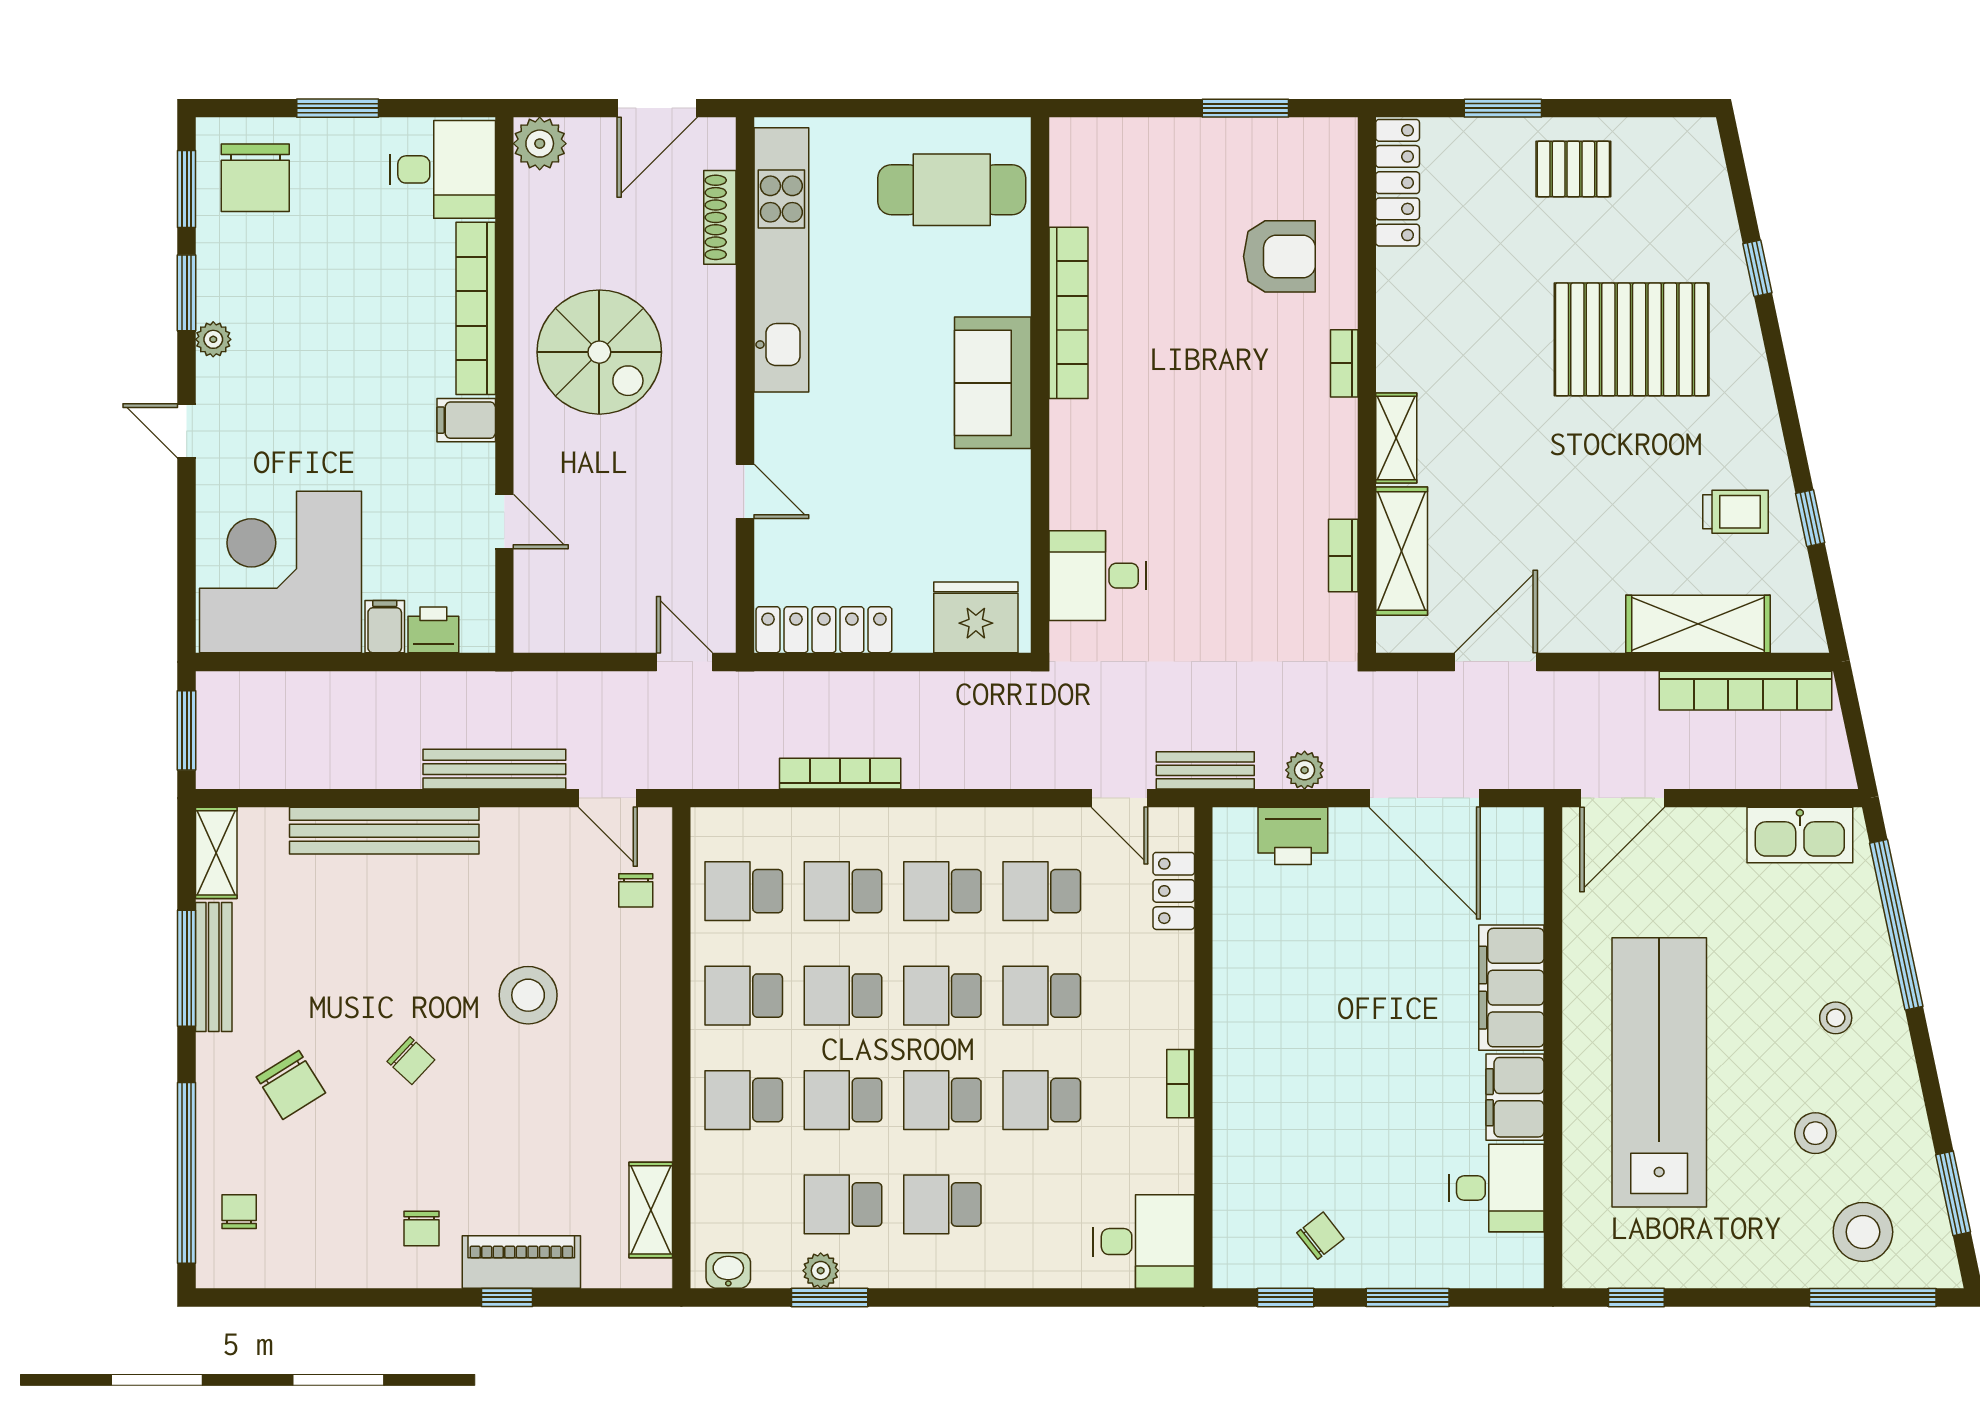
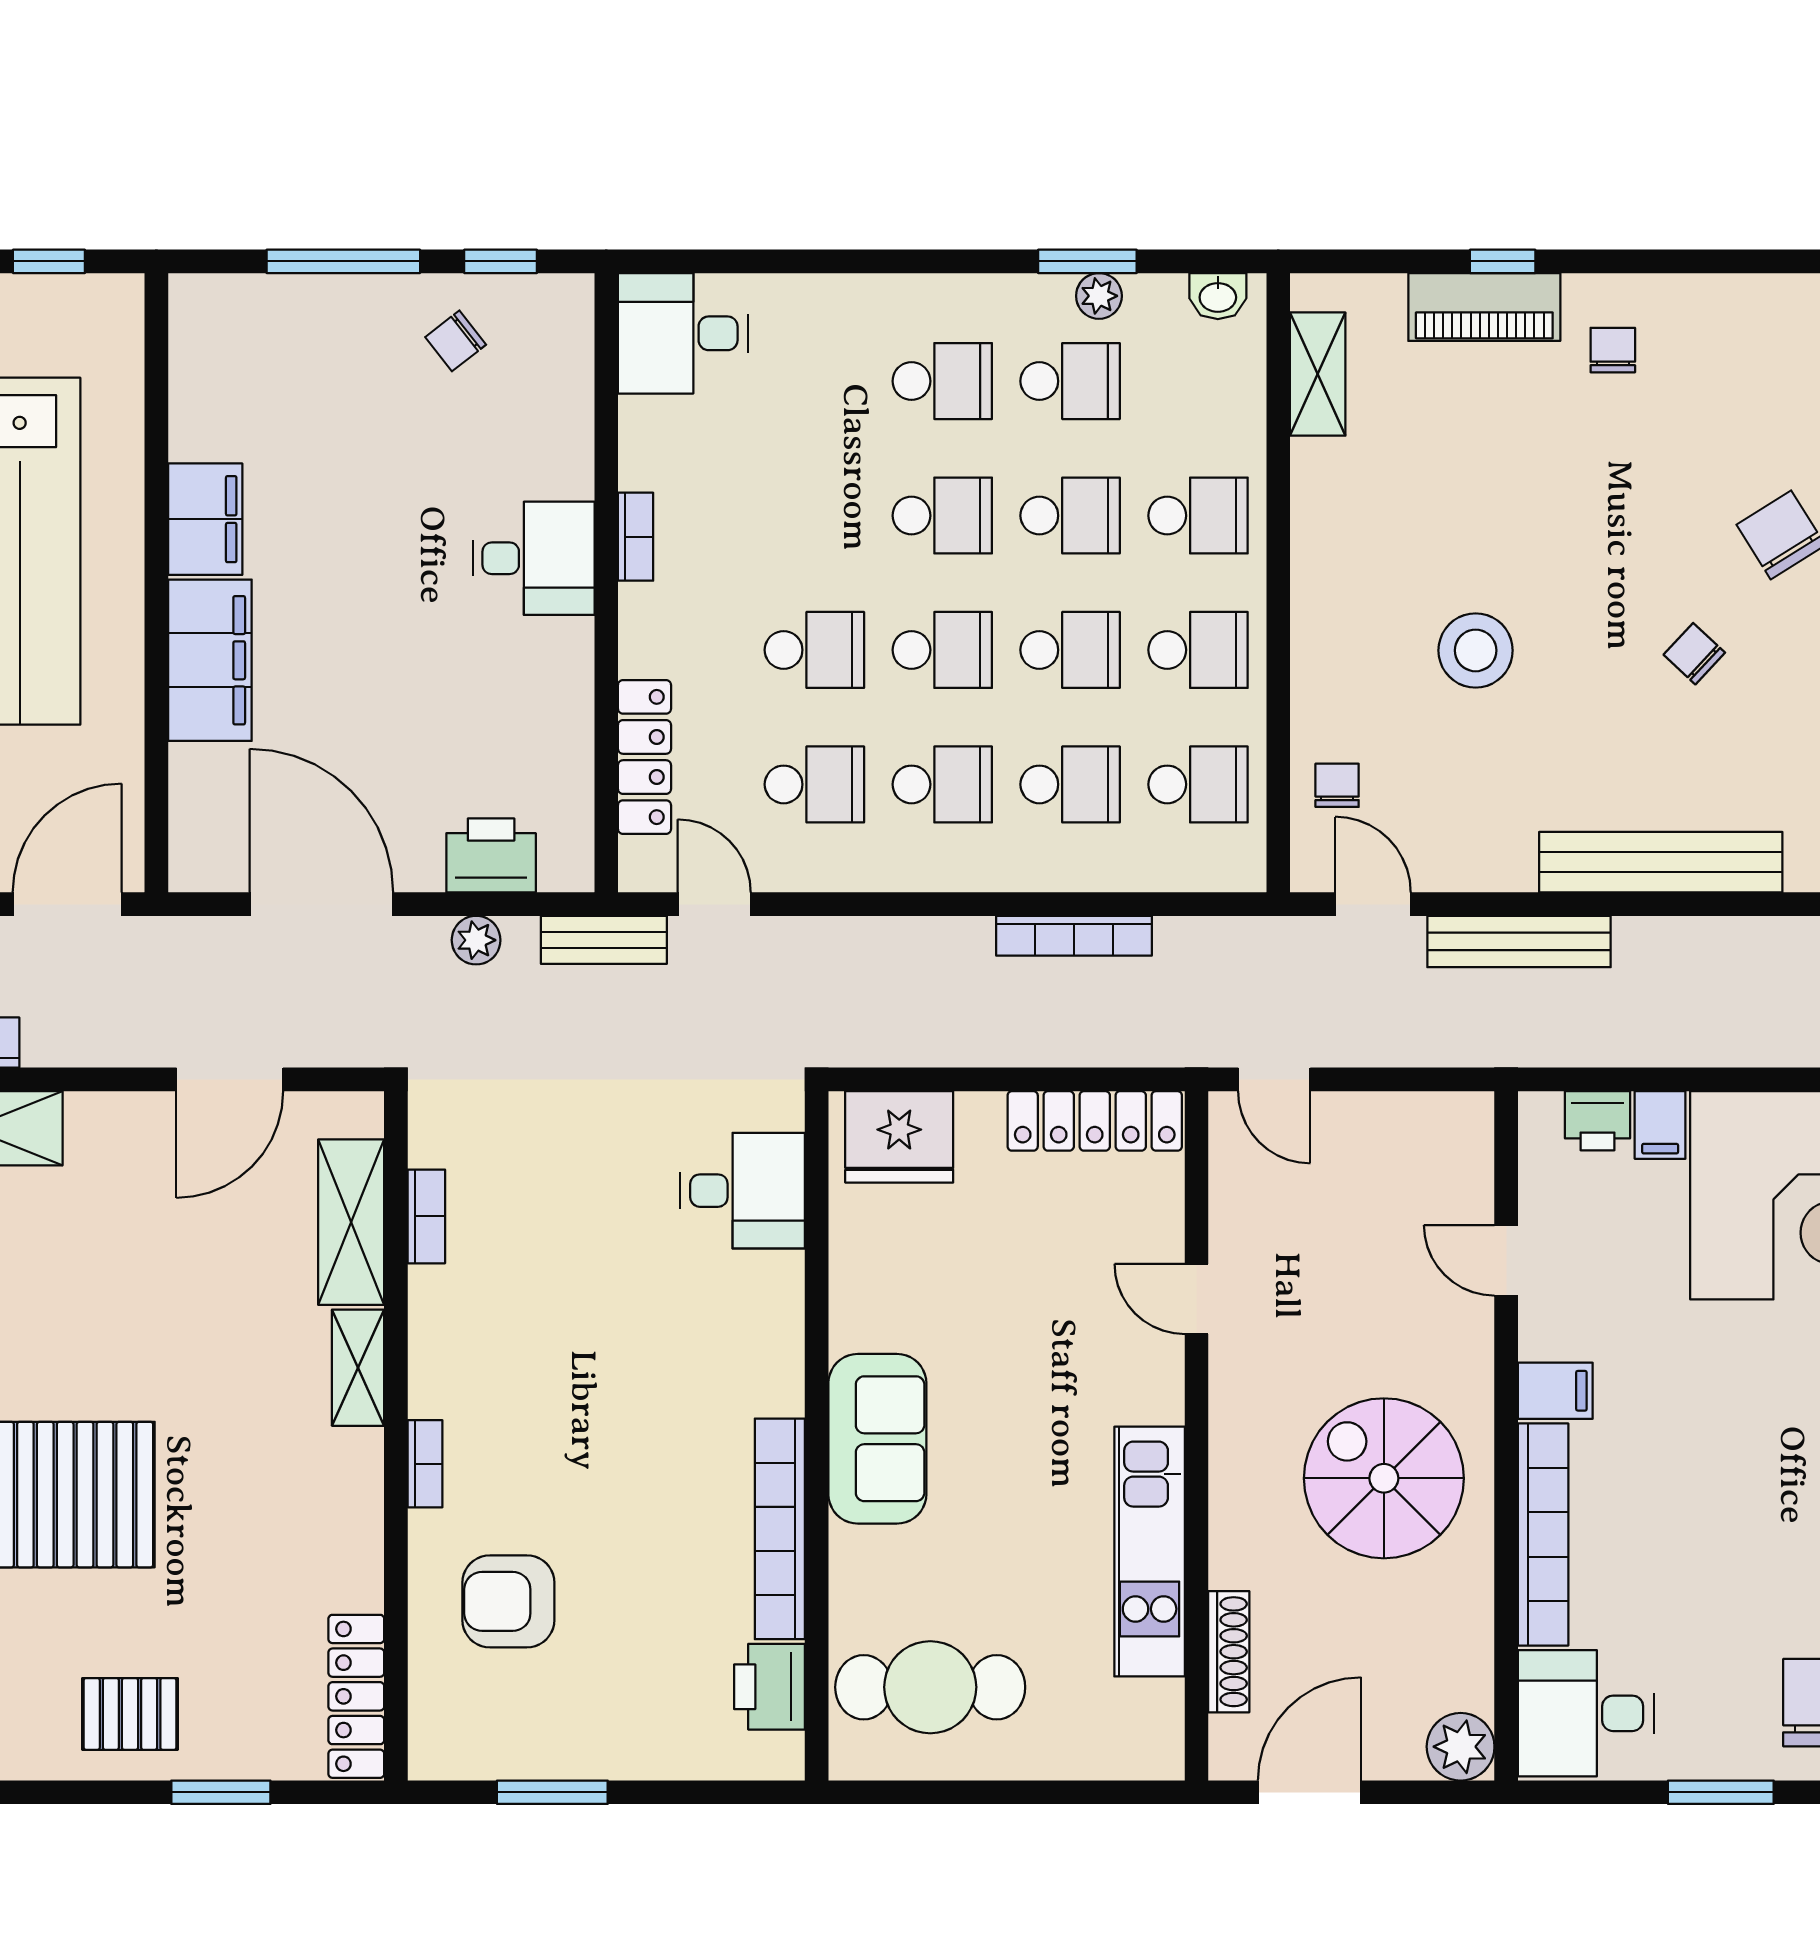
printer: (1077, 190) -> (770, 1687), added
kitchen unit: (781, 260) -> (1150, 1552), width x0.73
locker: (1174, 891) -> (644, 757), width x1.53
chair: (411, 1061) -> (1694, 654), moved
school desk: (1042, 1100) -> (814, 516), removed
desk: (1497, 1188) -> (534, 558), moved, turned 180
window: (1408, 1297) -> (343, 261), width x1.44

